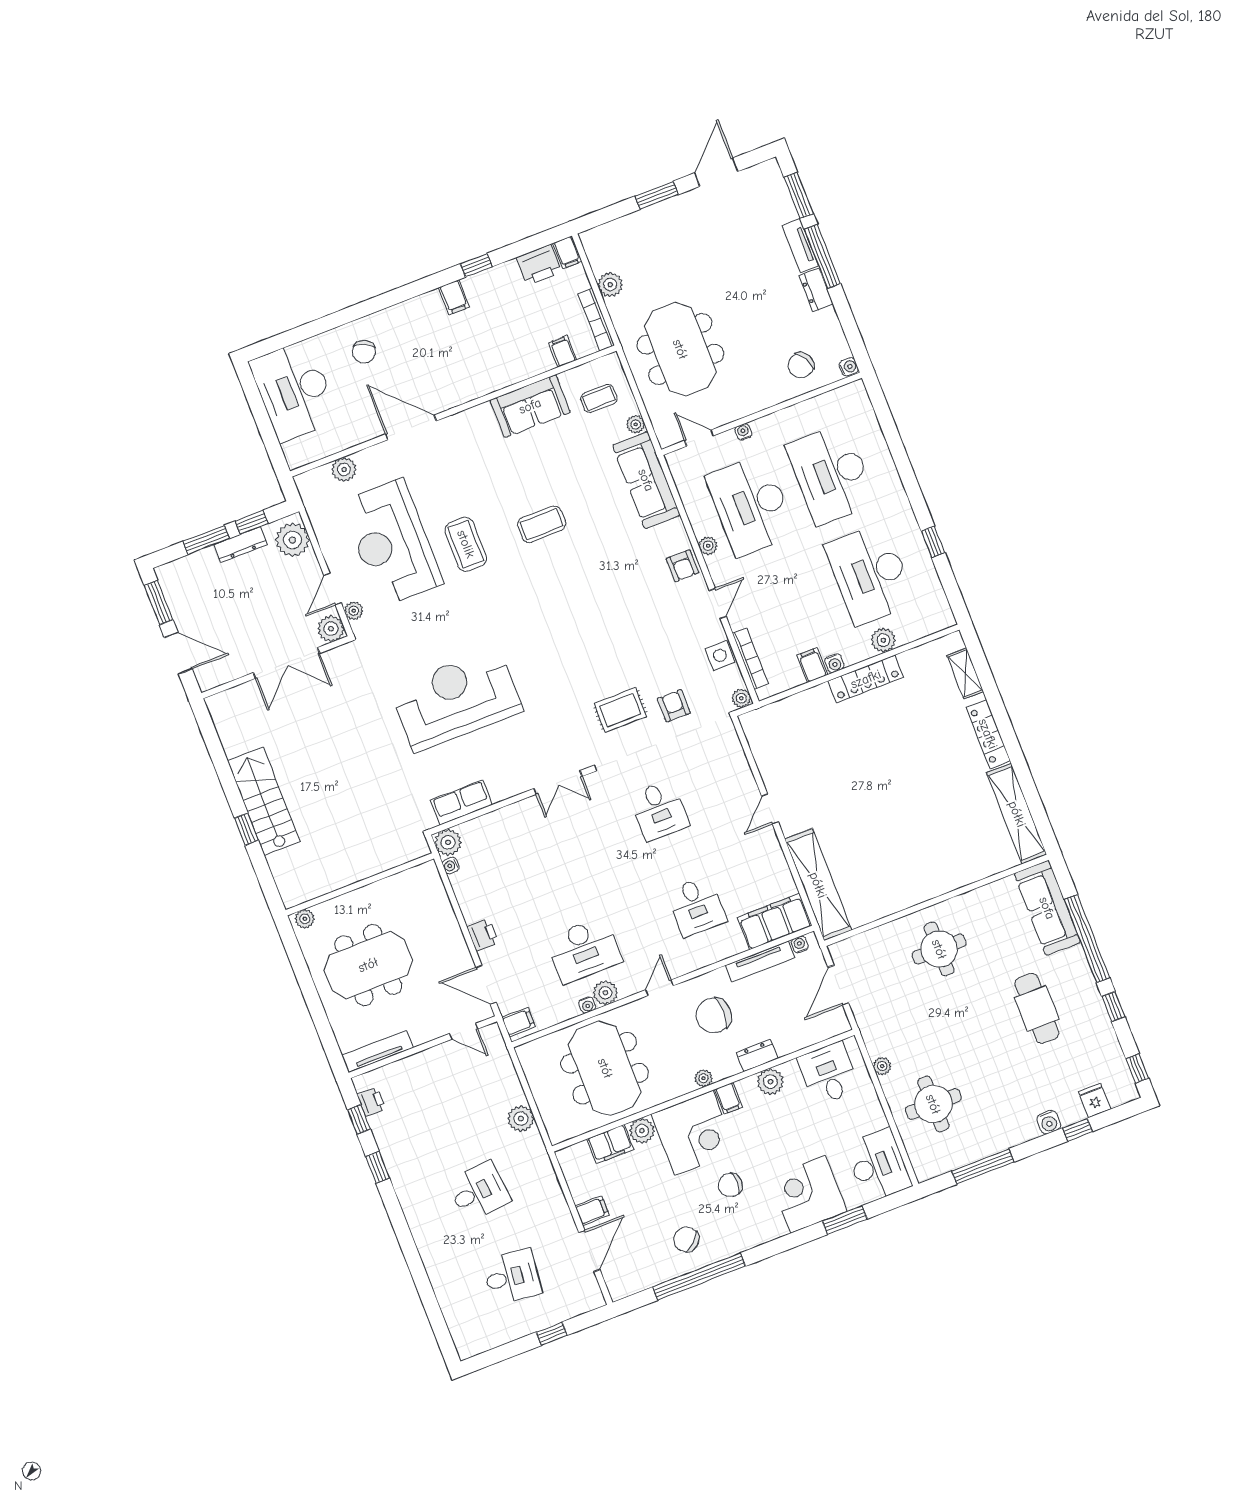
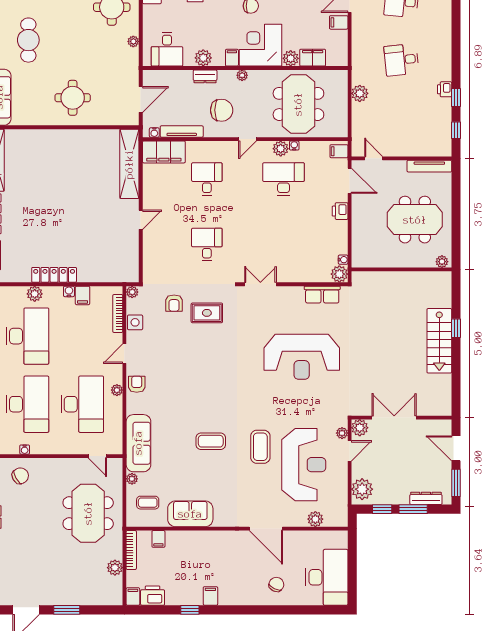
water cooler: (743, 432) -> (25, 450), moved
dresser: (240, 545) -> (426, 498), moved
printer: (371, 1102) -> (445, 89), moved

